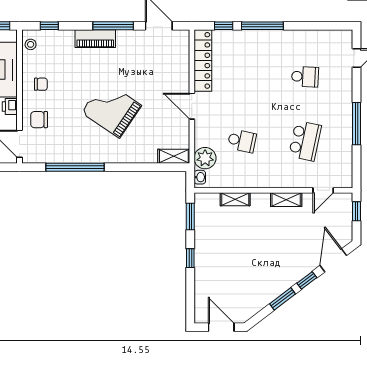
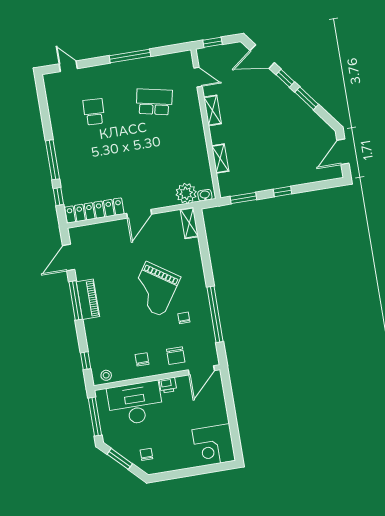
piano: (95, 39) -> (88, 299), moved
chair: (77, 135) -> (184, 318), added
school desk: (242, 141) -> (164, 161), removed

